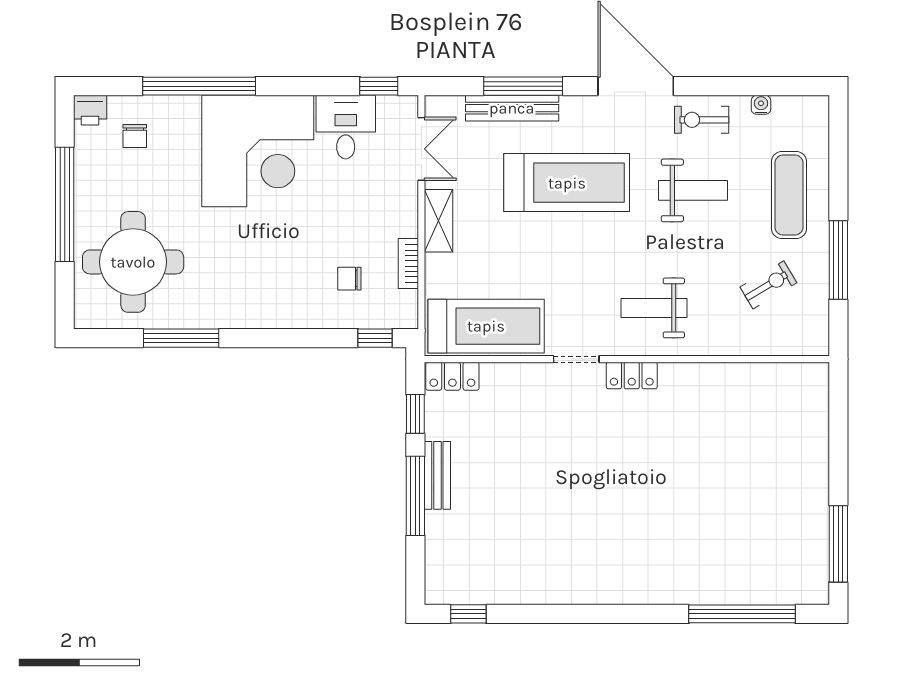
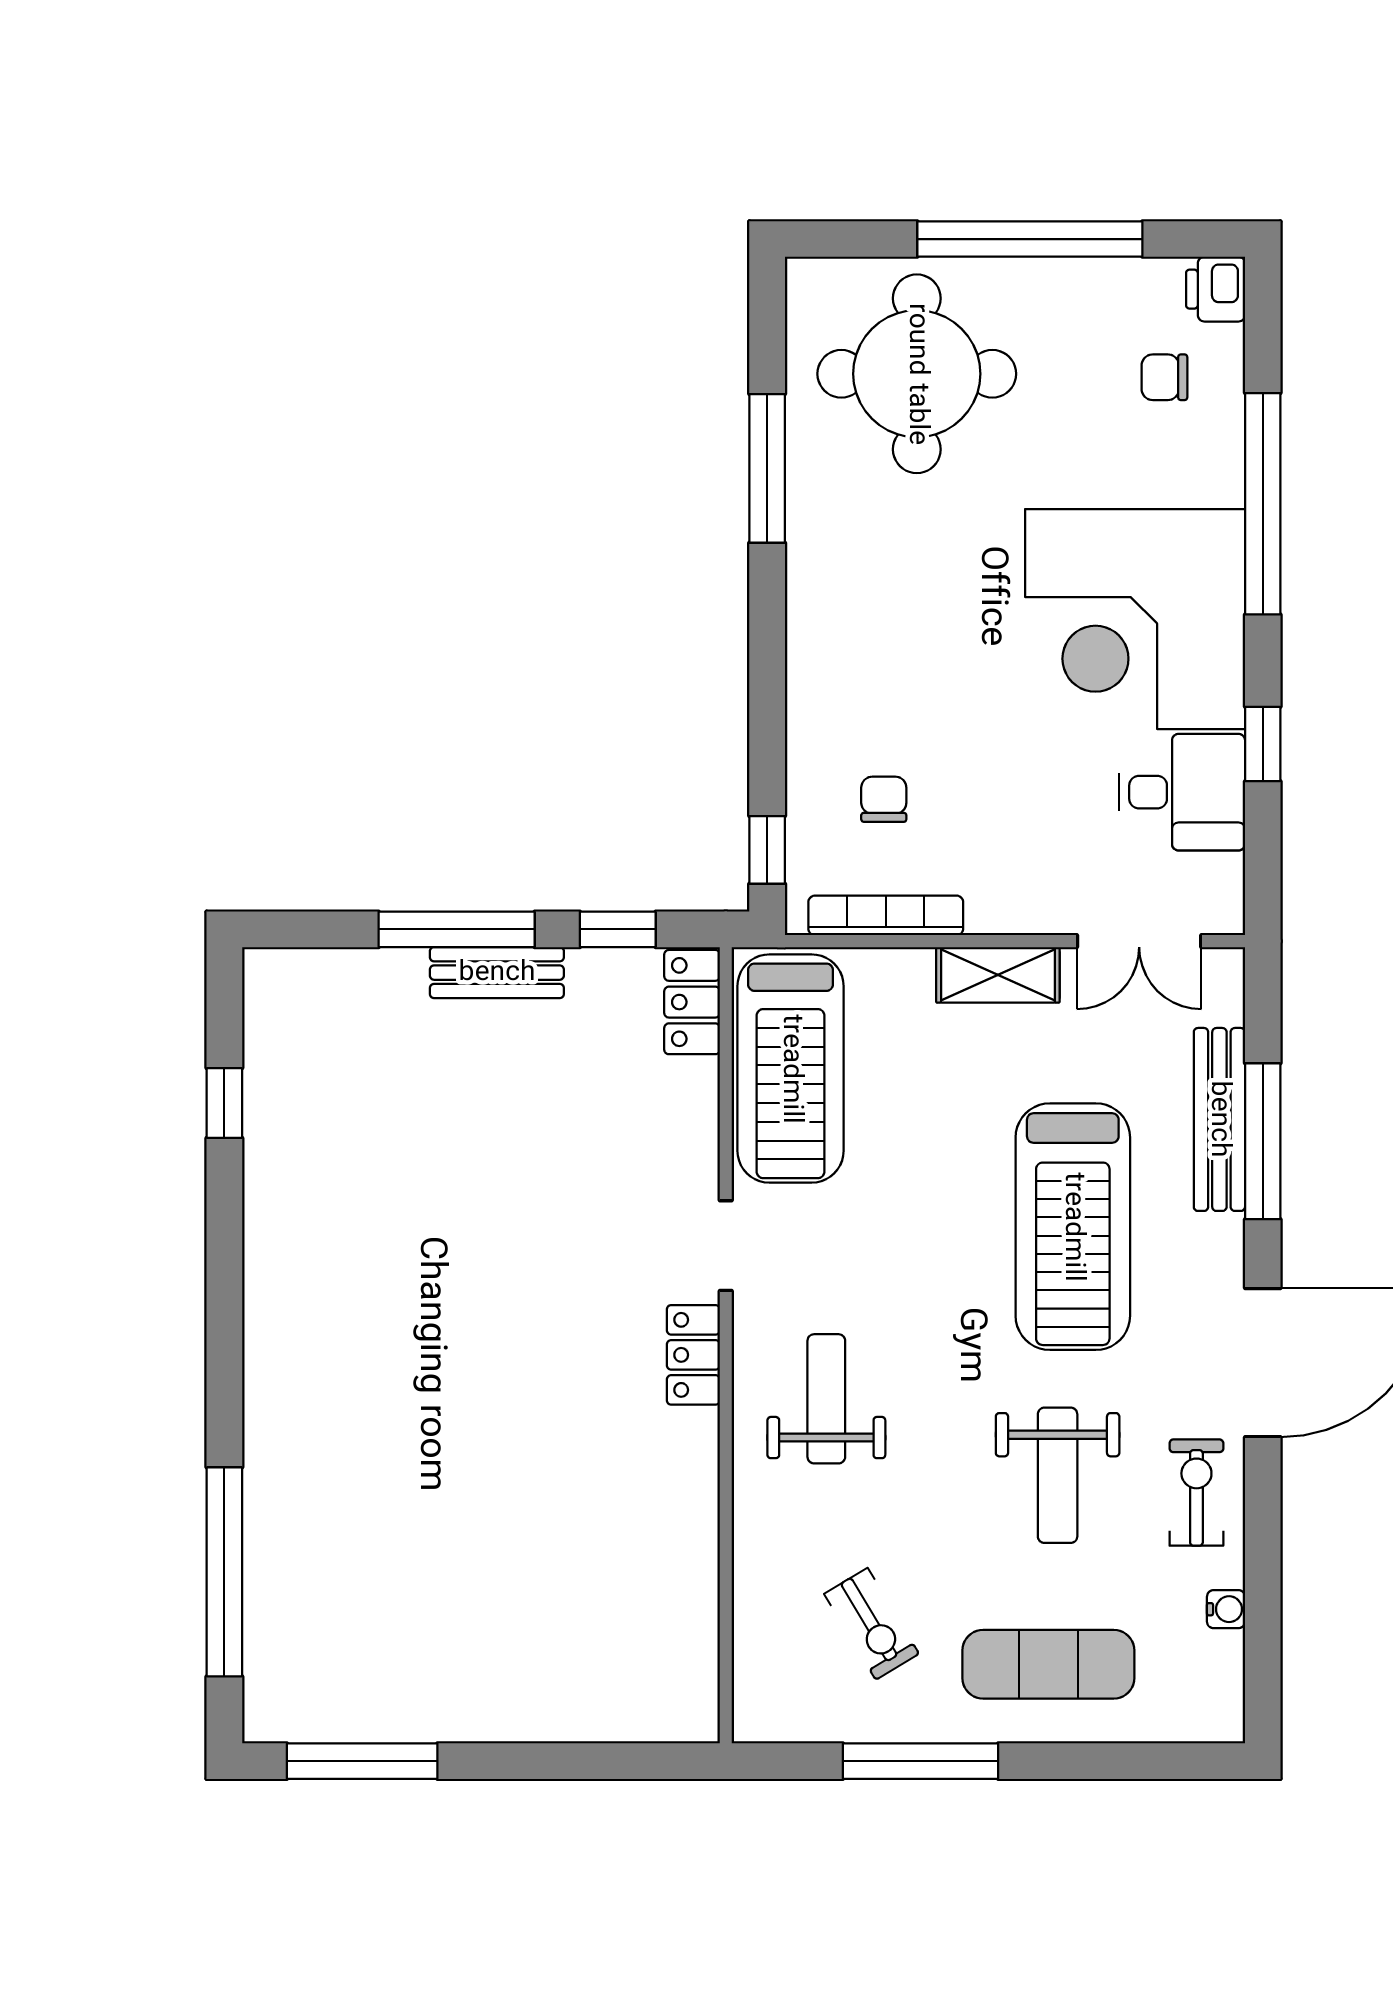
window: (379, 86) -> (1263, 744), moved
bookcase: (408, 264) -> (886, 915), width x1.56
window: (468, 614) -> (224, 1103), moved

